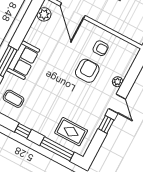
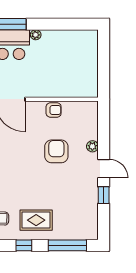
armchair: (101, 48) -> (54, 110), moved
rug: (71, 132) -> (36, 220), moved

